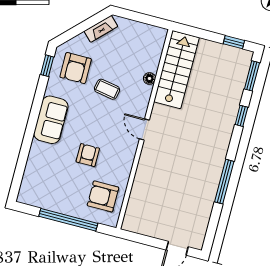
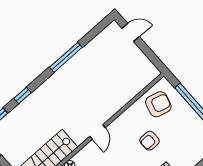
armchair: (103, 196) -> (158, 104), turned -75

